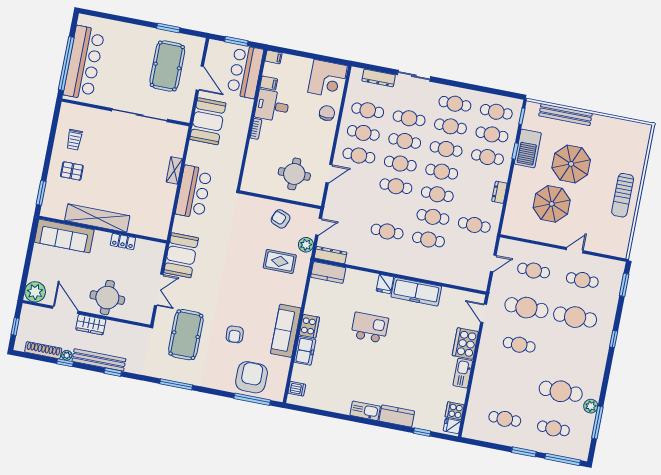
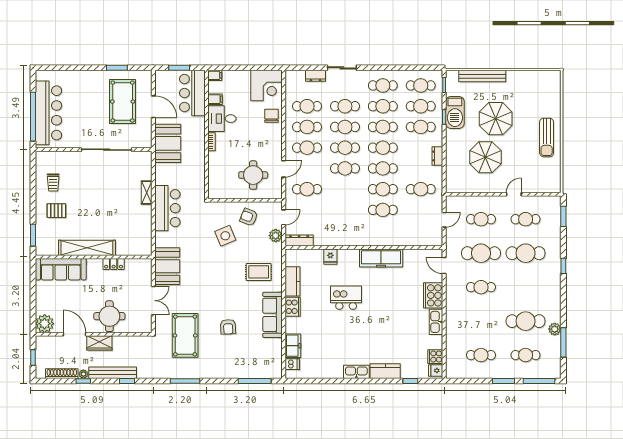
dresser: (379, 78) -> (316, 76), width x0.70
cafe table: (387, 231) -> (307, 189), moved
side table: (251, 234) -> (225, 236), added
rug: (280, 261) -> (259, 272), moved
kitchen counter: (328, 272) -> (293, 281), moved, turned -90
fridge: (385, 284) -> (330, 257), moved
freezer: (305, 351) -> (293, 346), moved
armchair: (252, 377) -> (250, 362), removed

